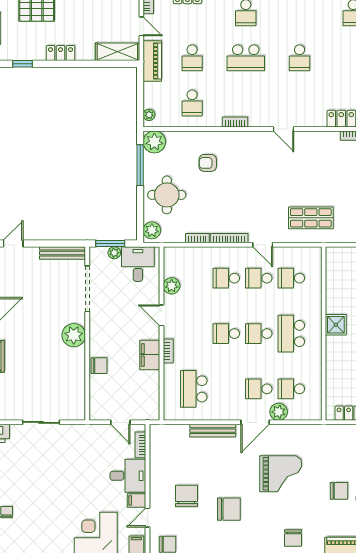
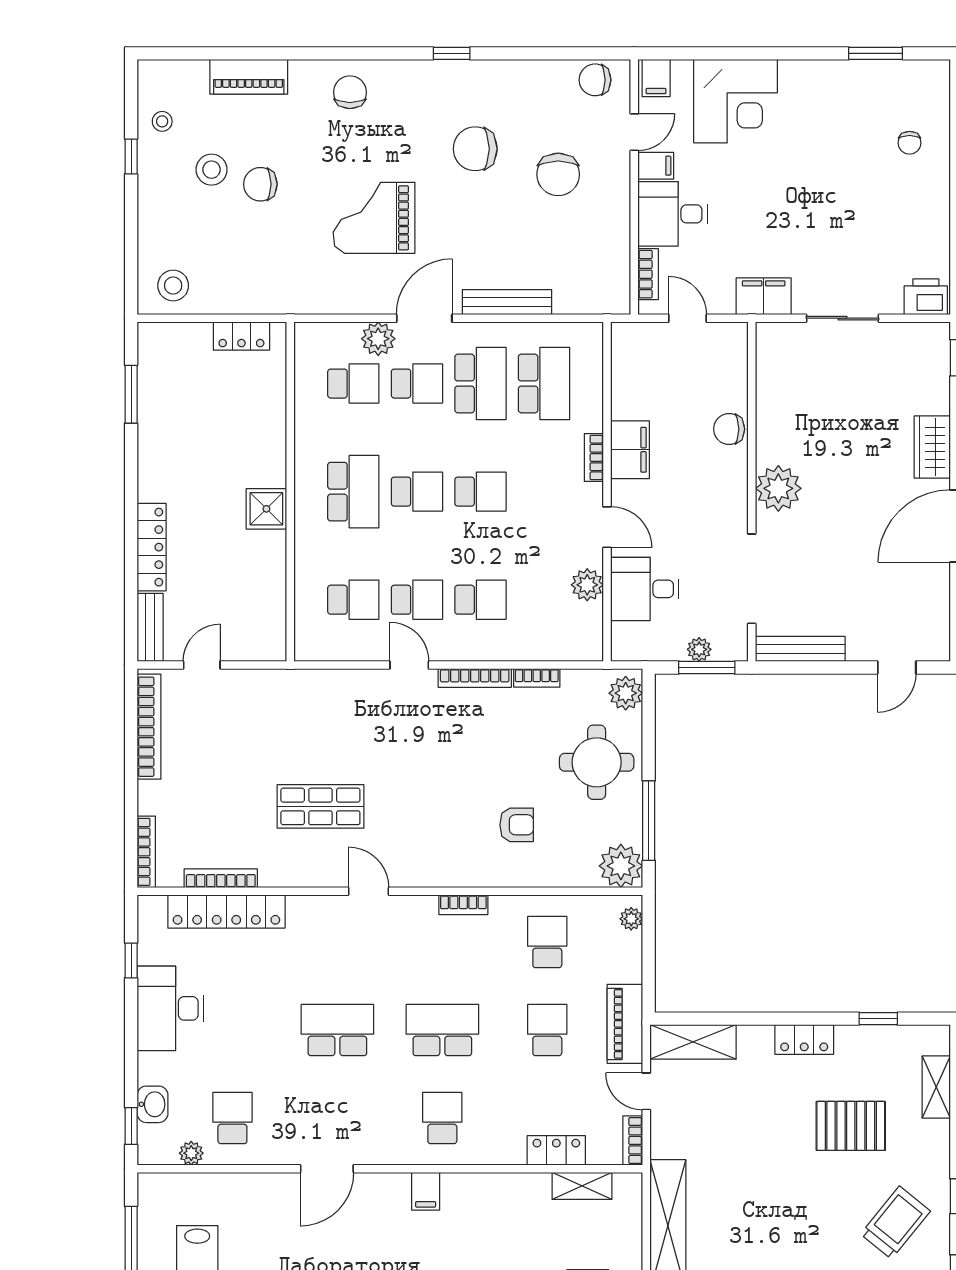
school desk: (300, 58) -> (337, 1030), width x1.85
shop shelf: (311, 218) -> (320, 806), moved
desk: (138, 264) -> (645, 589), moved, turned 90
school desk: (226, 389) -> (480, 384), added
filing cabinet: (81, 434) -> (764, 296), added

